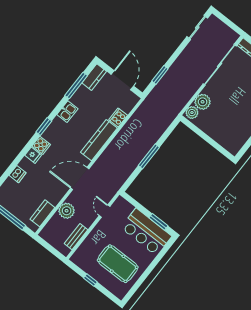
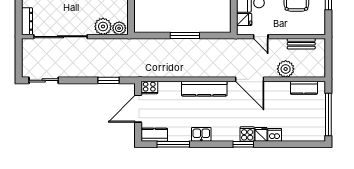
cooker: (118, 118) -> (149, 87), moved
window: (44, 127) -> (243, 144), moved
dishwasher: (18, 174) -> (275, 135), moved
fridge: (127, 209) -> (244, 20), added
door: (104, 211) -> (261, 37), hinge flipped

